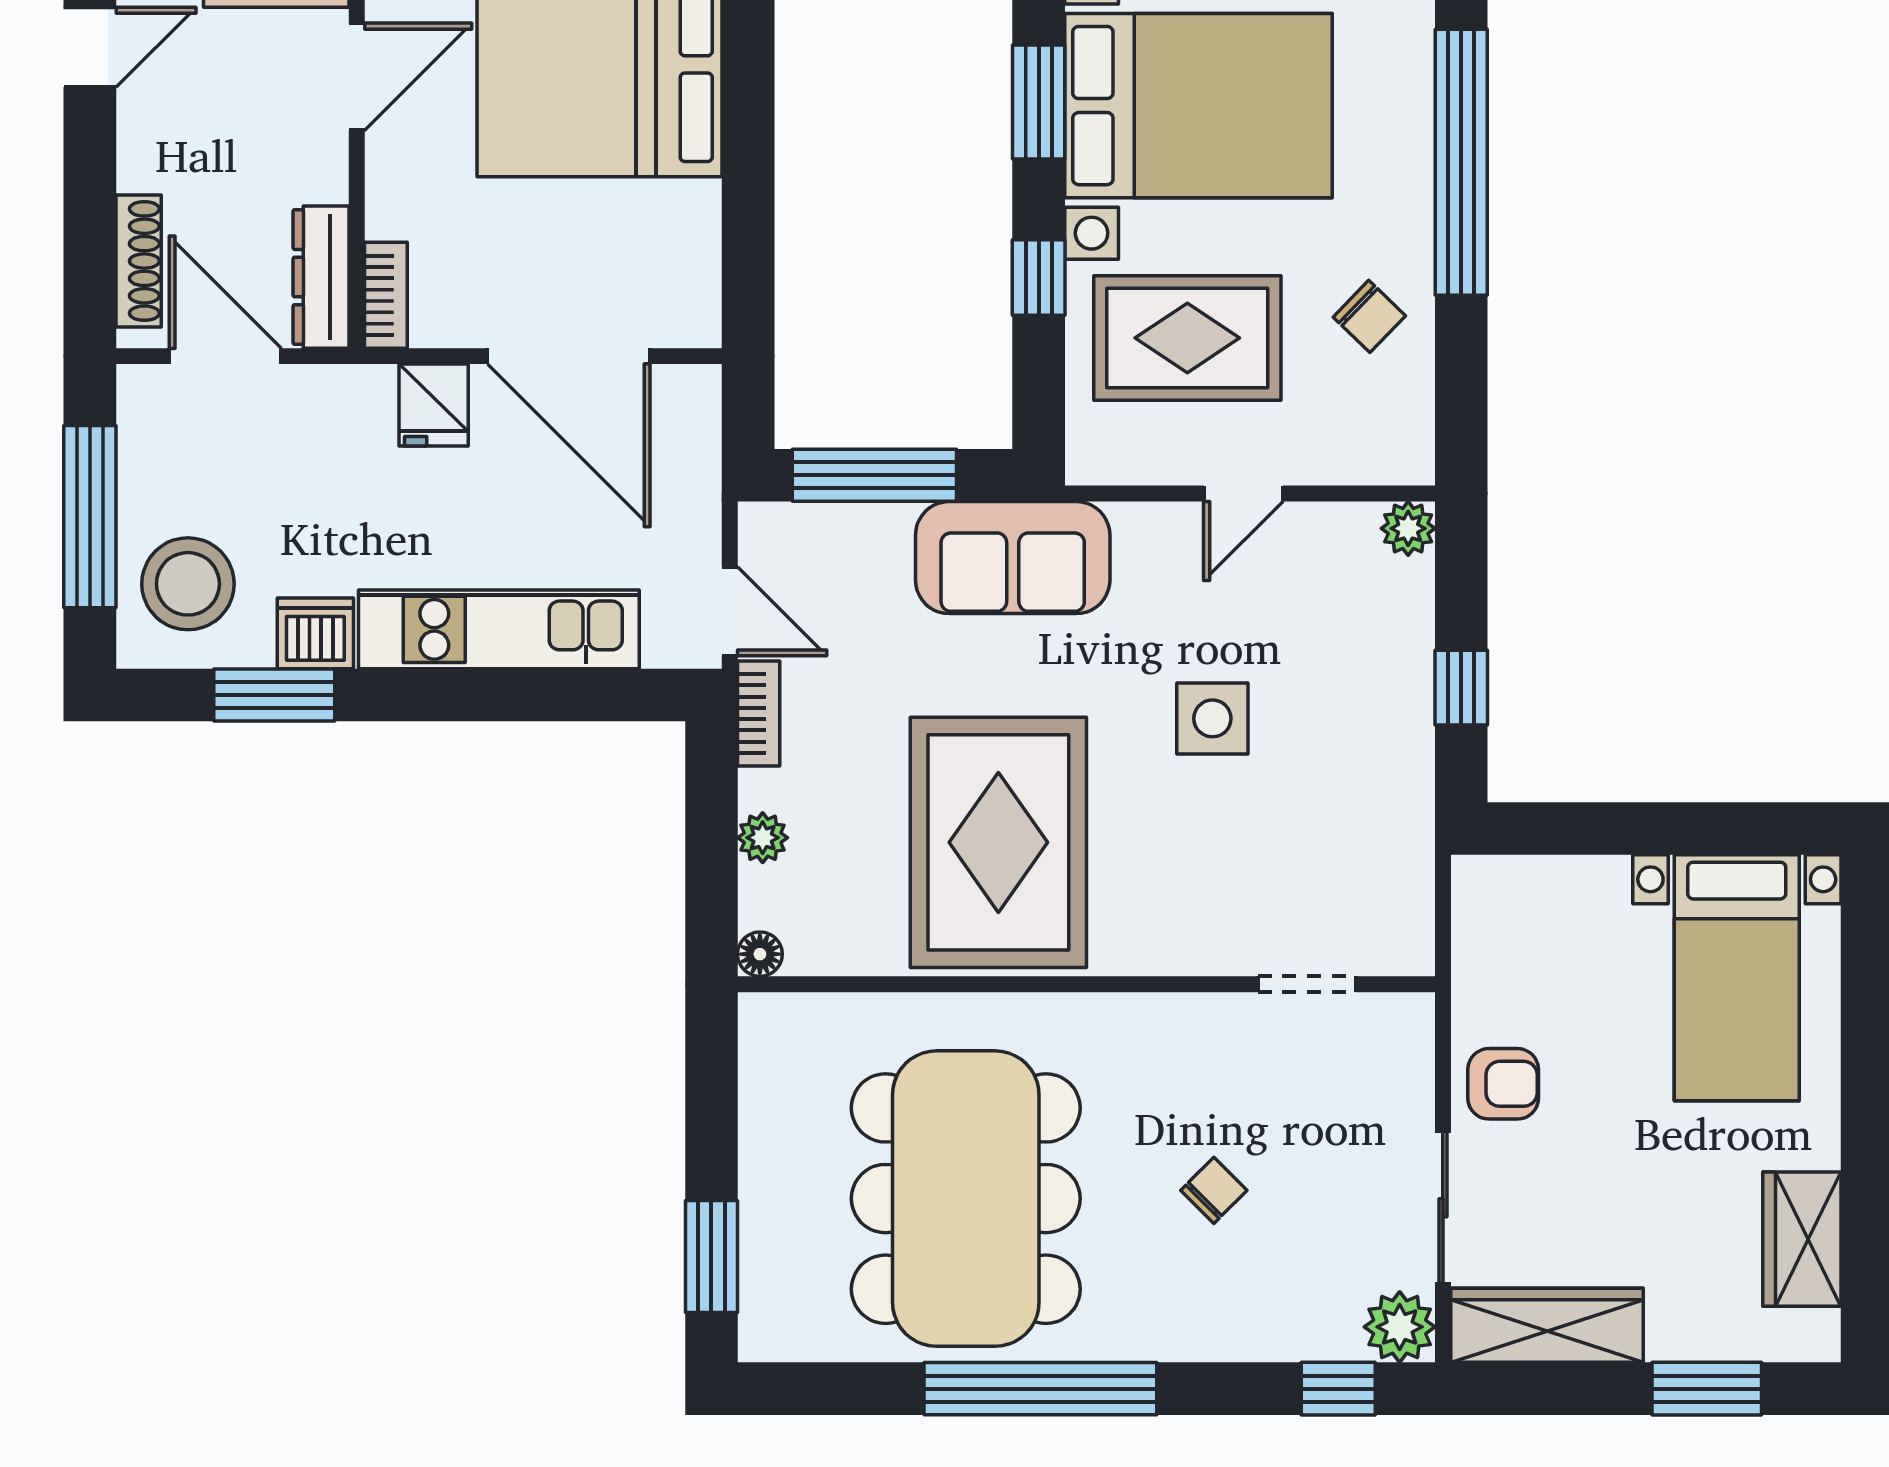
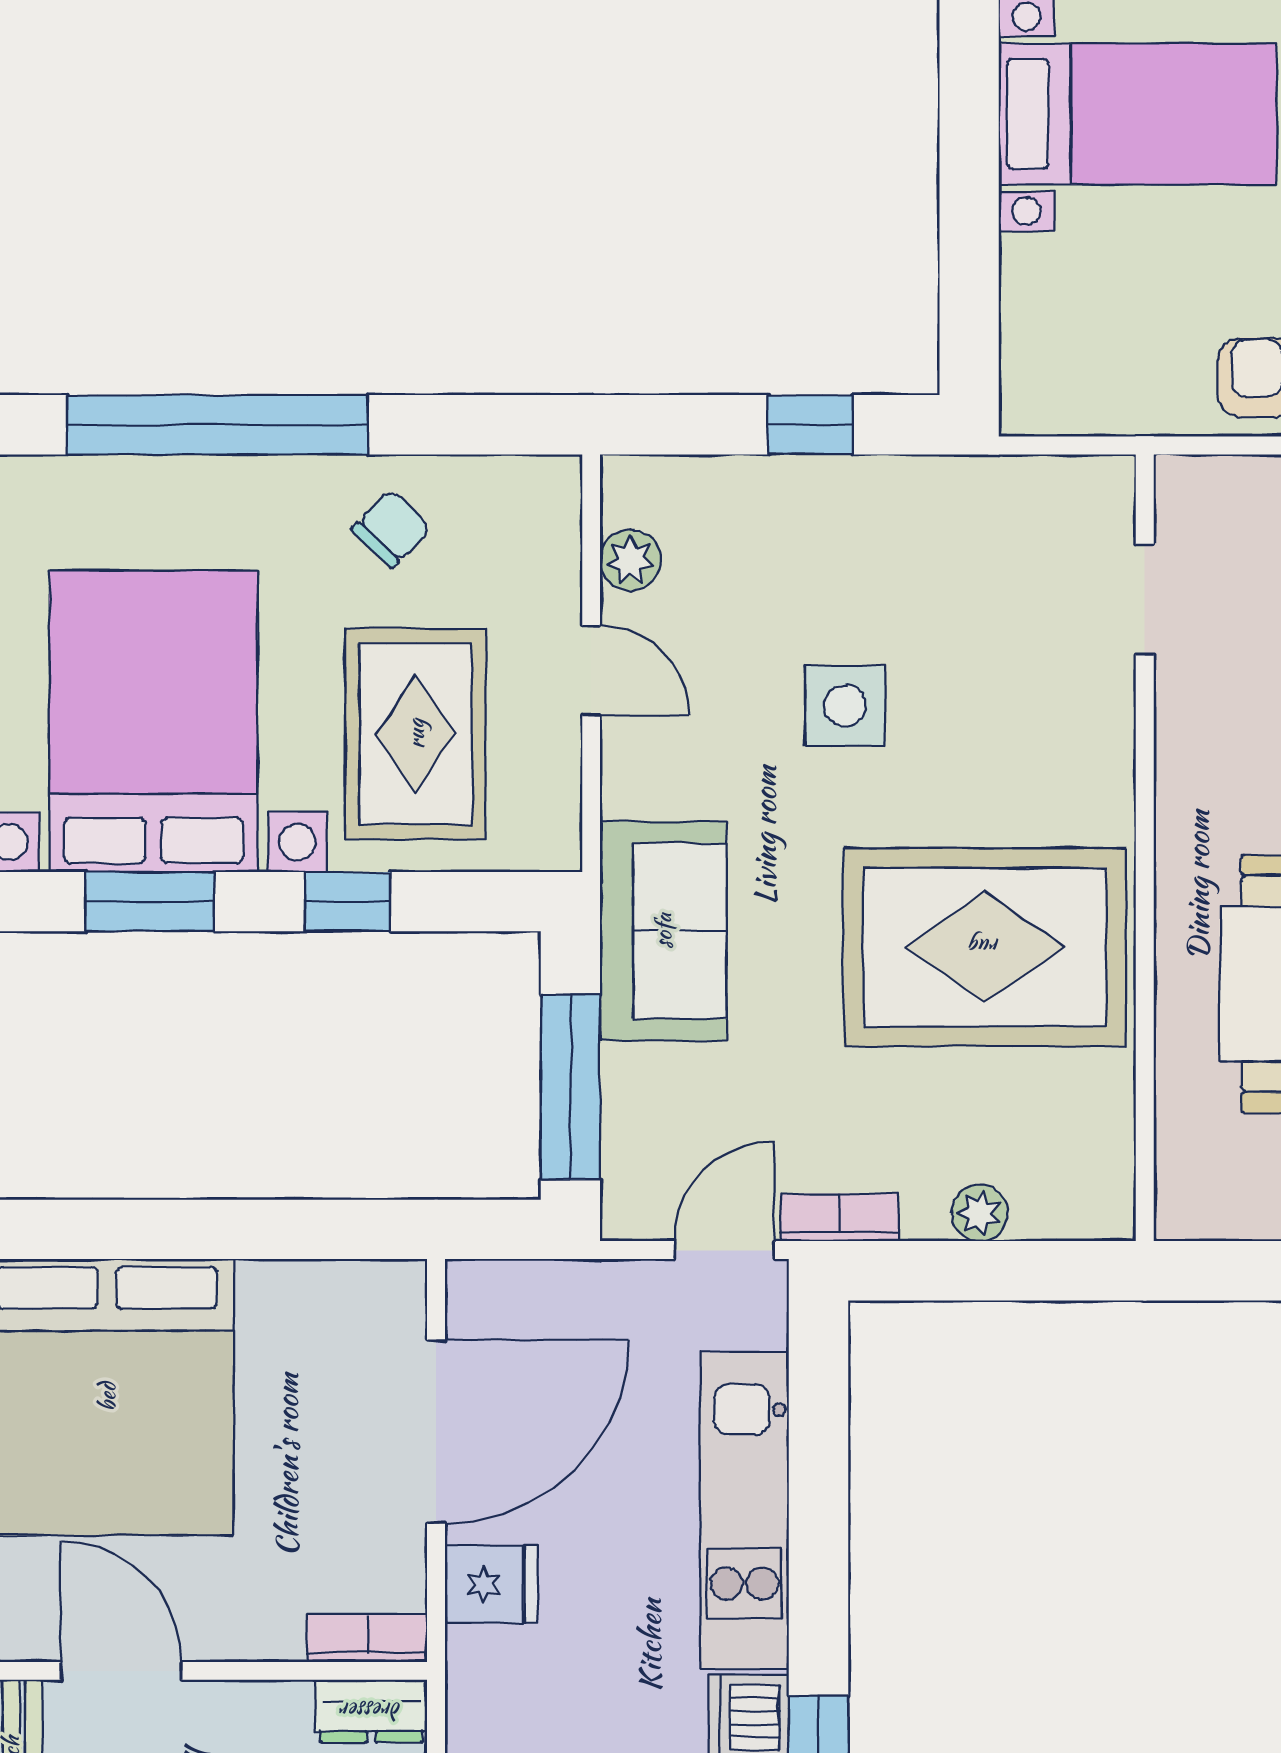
dresser: (321, 277) -> (371, 1711), width x0.70
plant: (1408, 528) -> (630, 560), moved
floor lamp: (760, 954) -> (1111, 1216), removed

